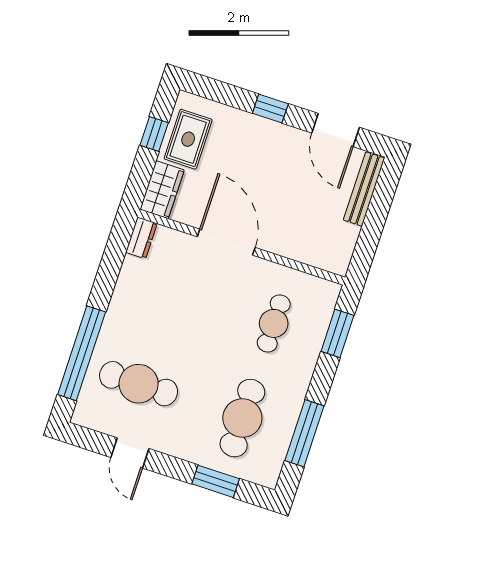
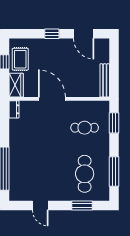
bench: (364, 189) -> (105, 80), moved
cafe table: (274, 323) -> (85, 128), turned 90
cafe table: (139, 384) -> (34, 174), removed

